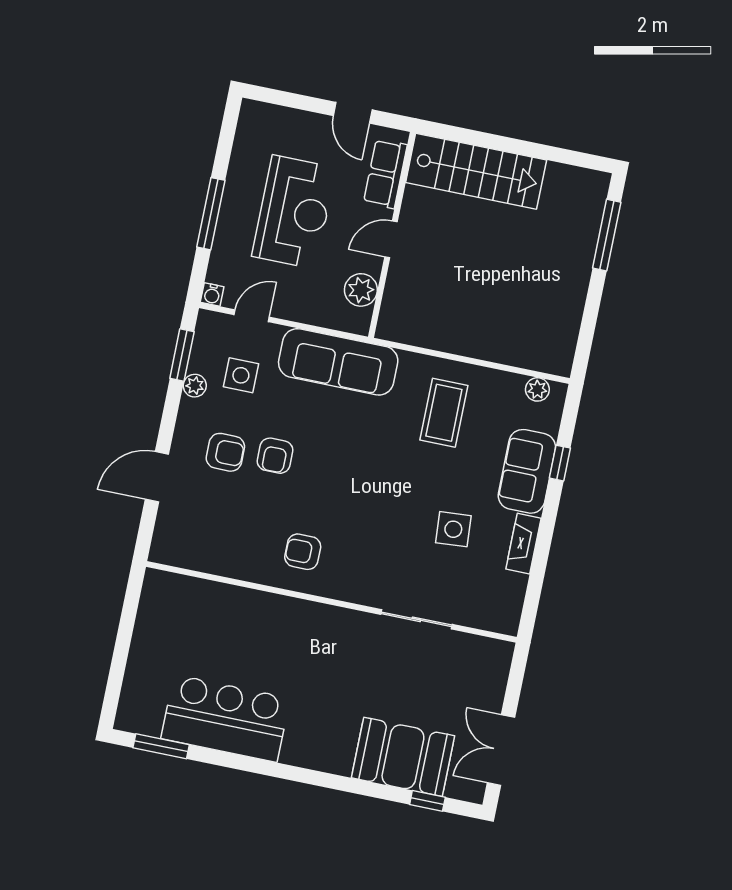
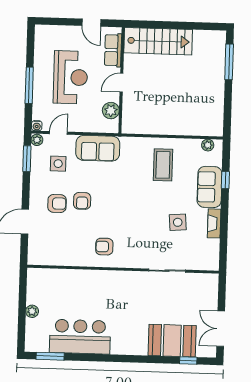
sofa: (338, 362) -> (98, 148), width x0.73
plant: (195, 386) -> (37, 140), moved
plant: (141, 653) -> (32, 311), added

